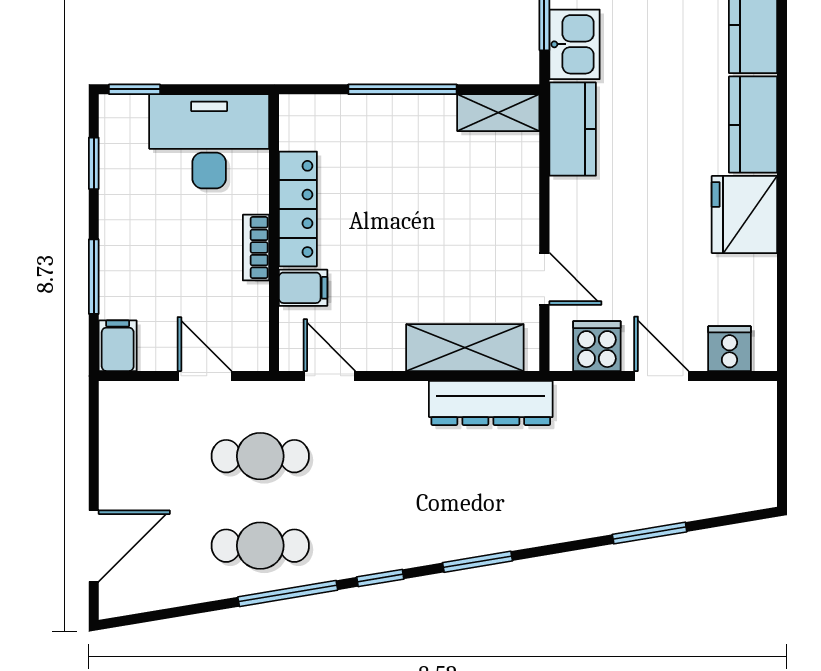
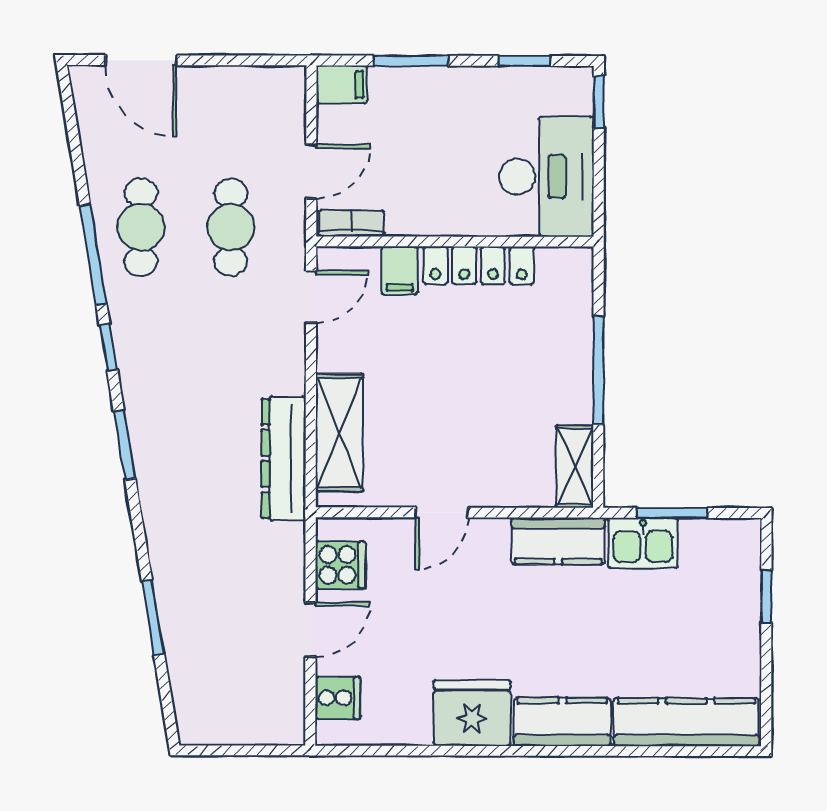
bookcase: (256, 248) -> (351, 223), moved
door: (544, 279) -> (442, 512), moved

